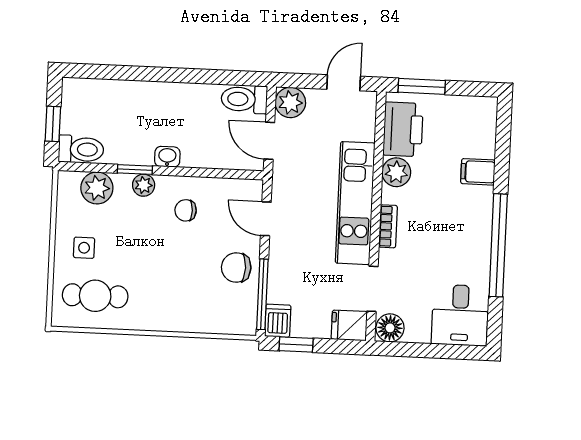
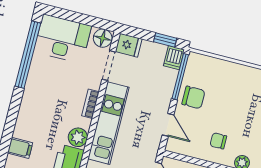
filing cabinet: (478, 172) -> (20, 148), moved
chair: (186, 210) -> (218, 141), turned 180
window: (498, 245) -> (28, 55), moved
desk: (460, 315) -> (63, 39), width x1.37

